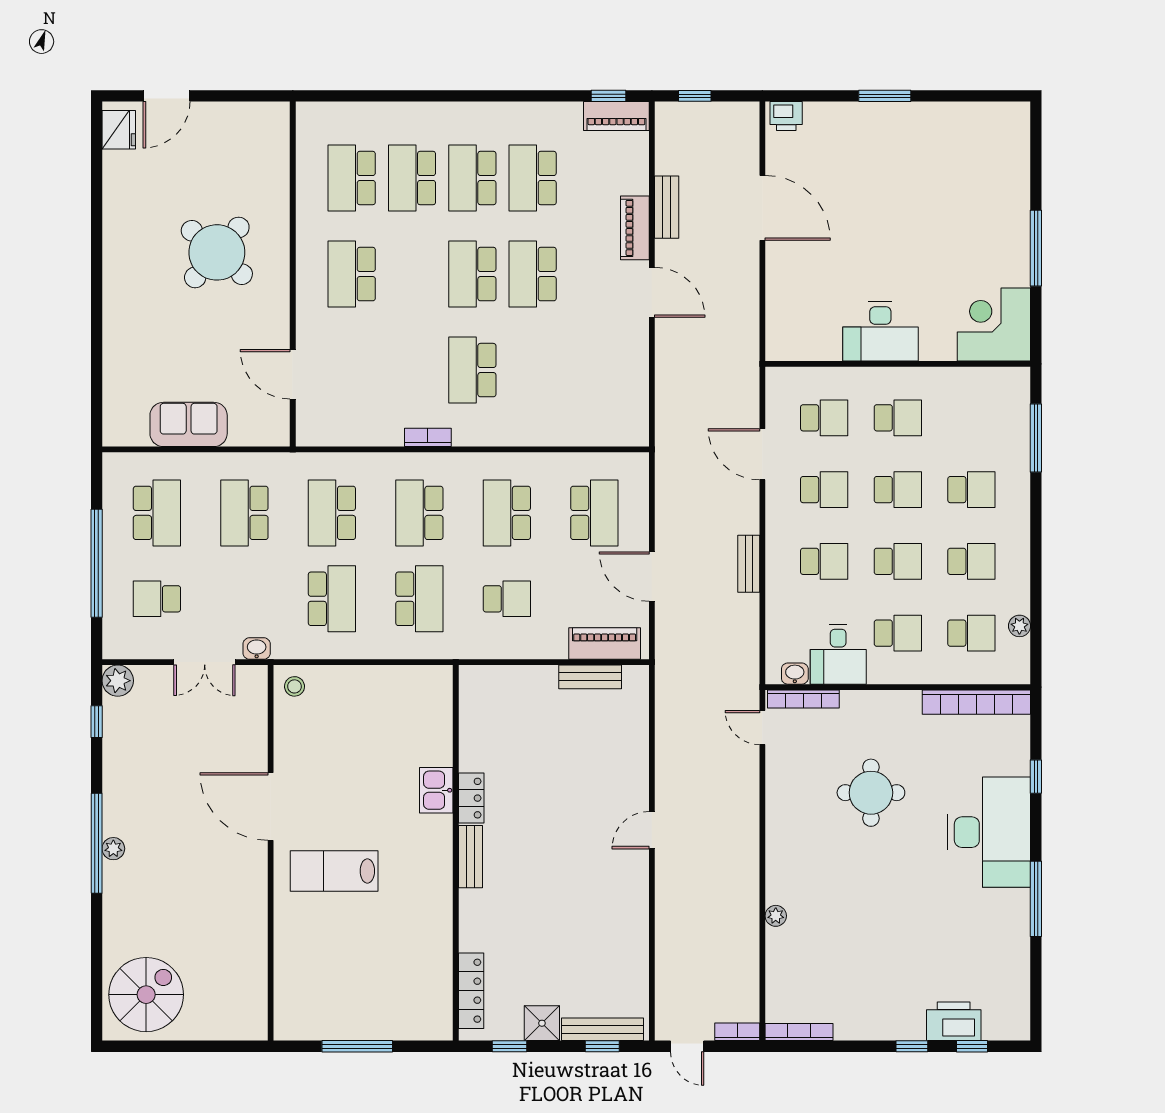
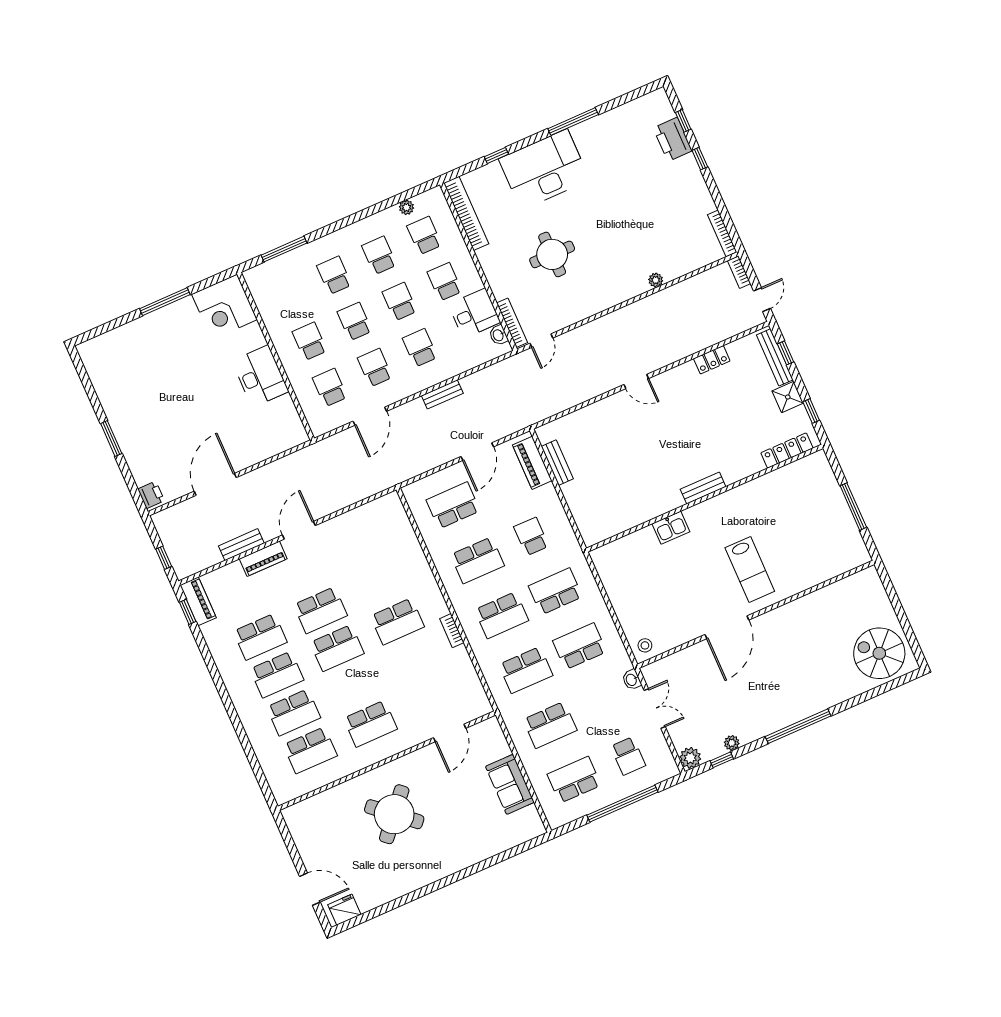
locker: (471, 798) -> (712, 360), moved, turned 180
plant: (113, 849) -> (732, 743), moved

